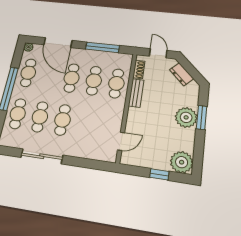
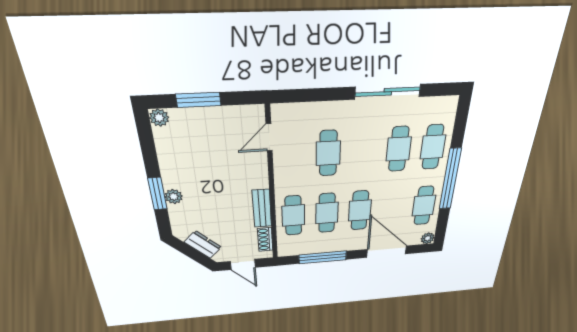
plant: (186, 117) -> (174, 197), width x0.53, depth x0.53
cafe table: (63, 120) -> (328, 153), moved
plant: (182, 162) -> (159, 118), width x0.53, depth x0.53
window: (159, 174) -> (198, 100), width x1.50

